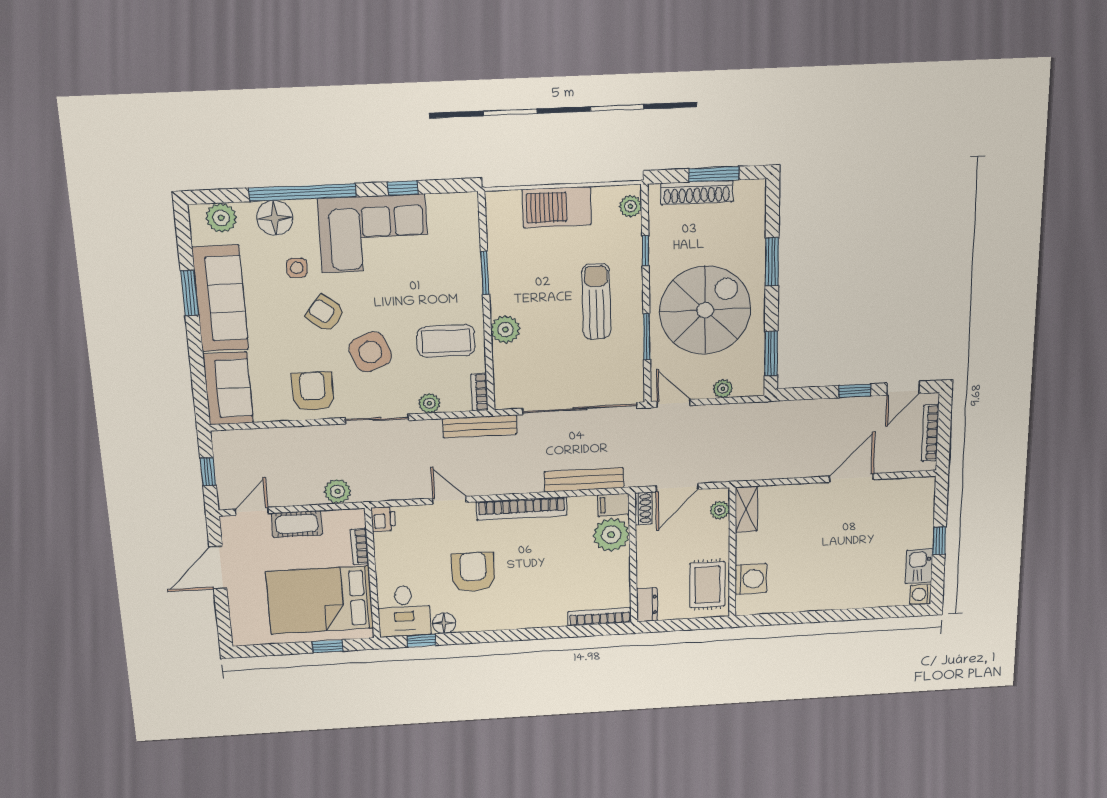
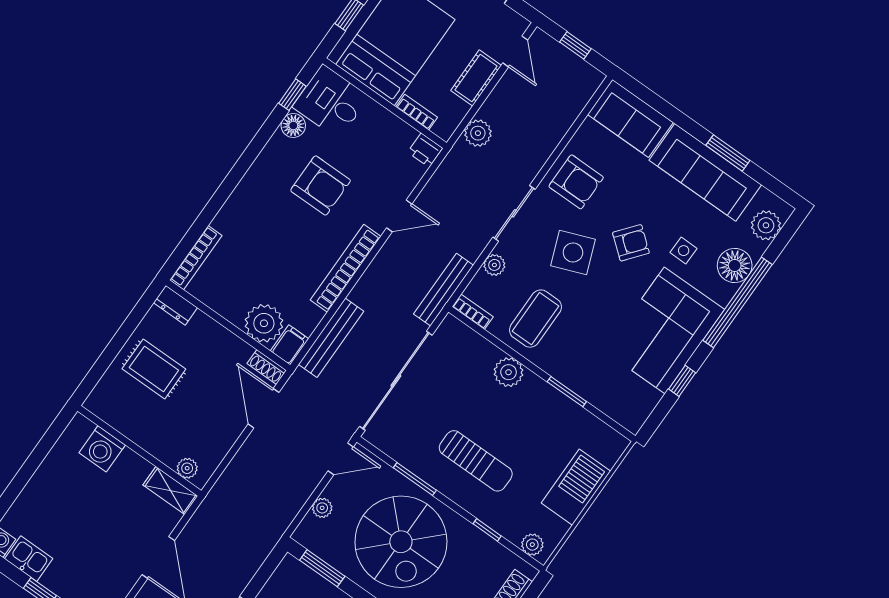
shelving: (746, 509) -> (170, 491), moved
plant: (720, 510) -> (187, 468), moved
wall: (732, 553) -> (139, 451), moved
washing machine: (751, 579) -> (102, 449), moved

